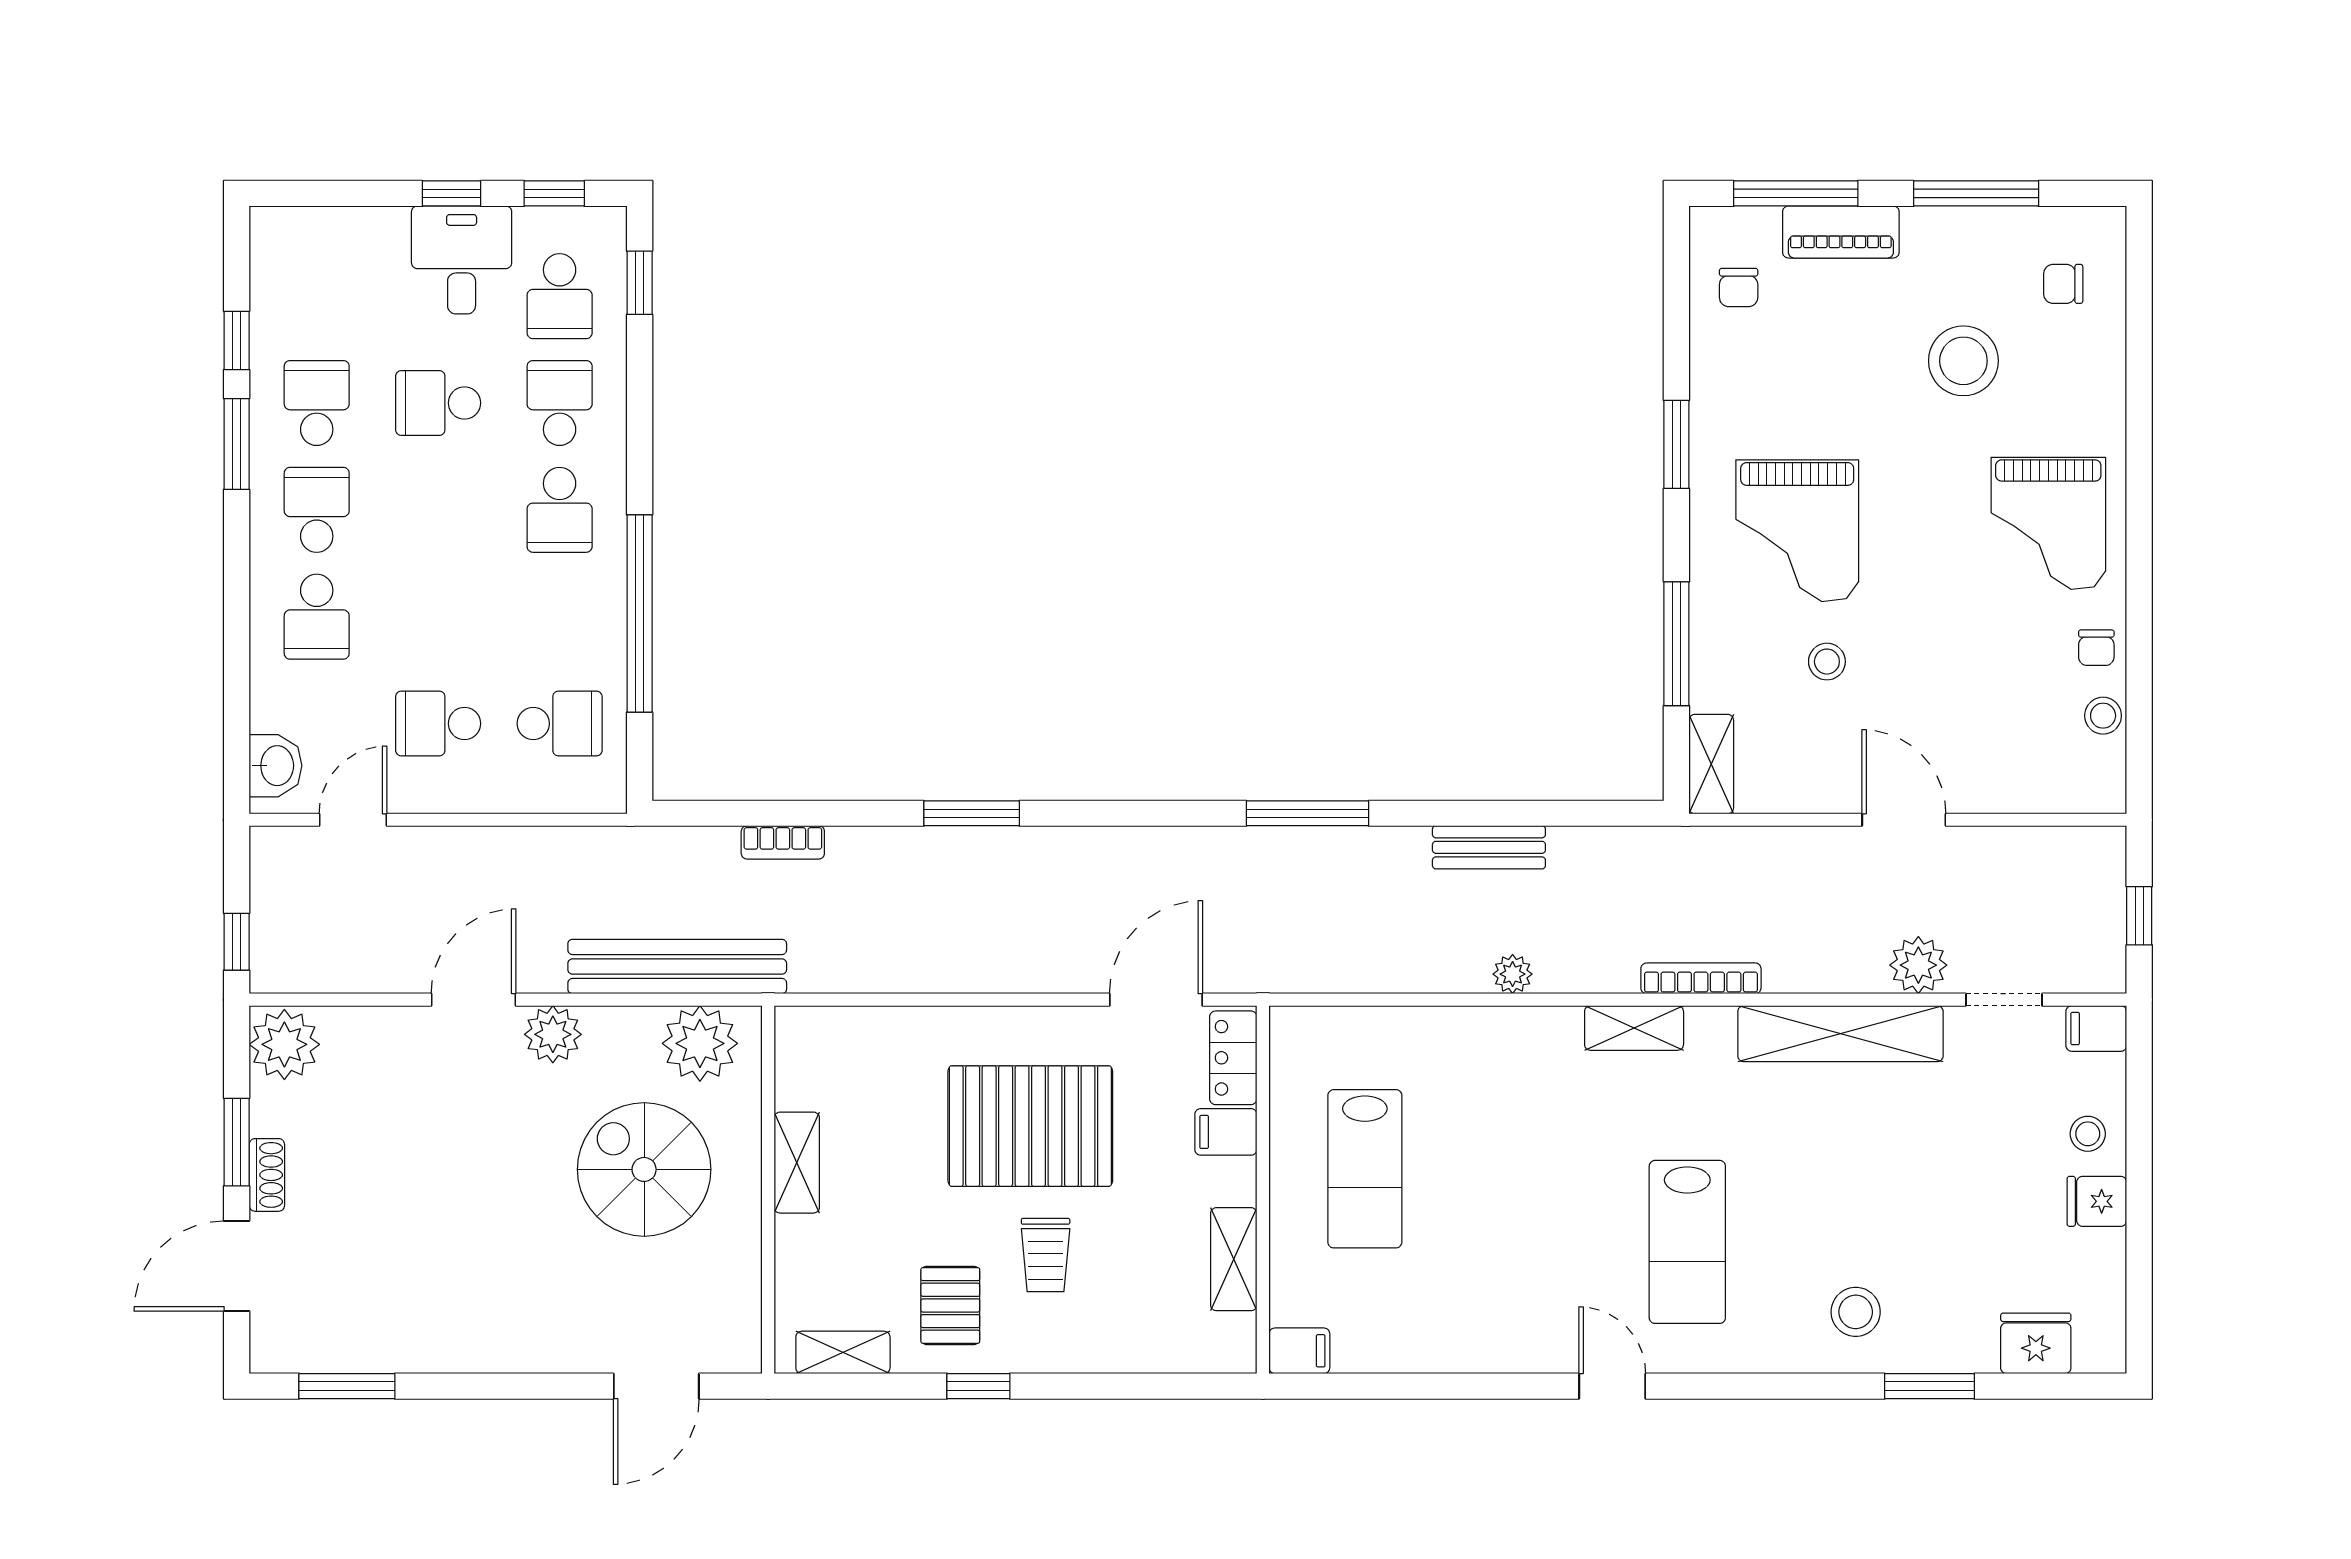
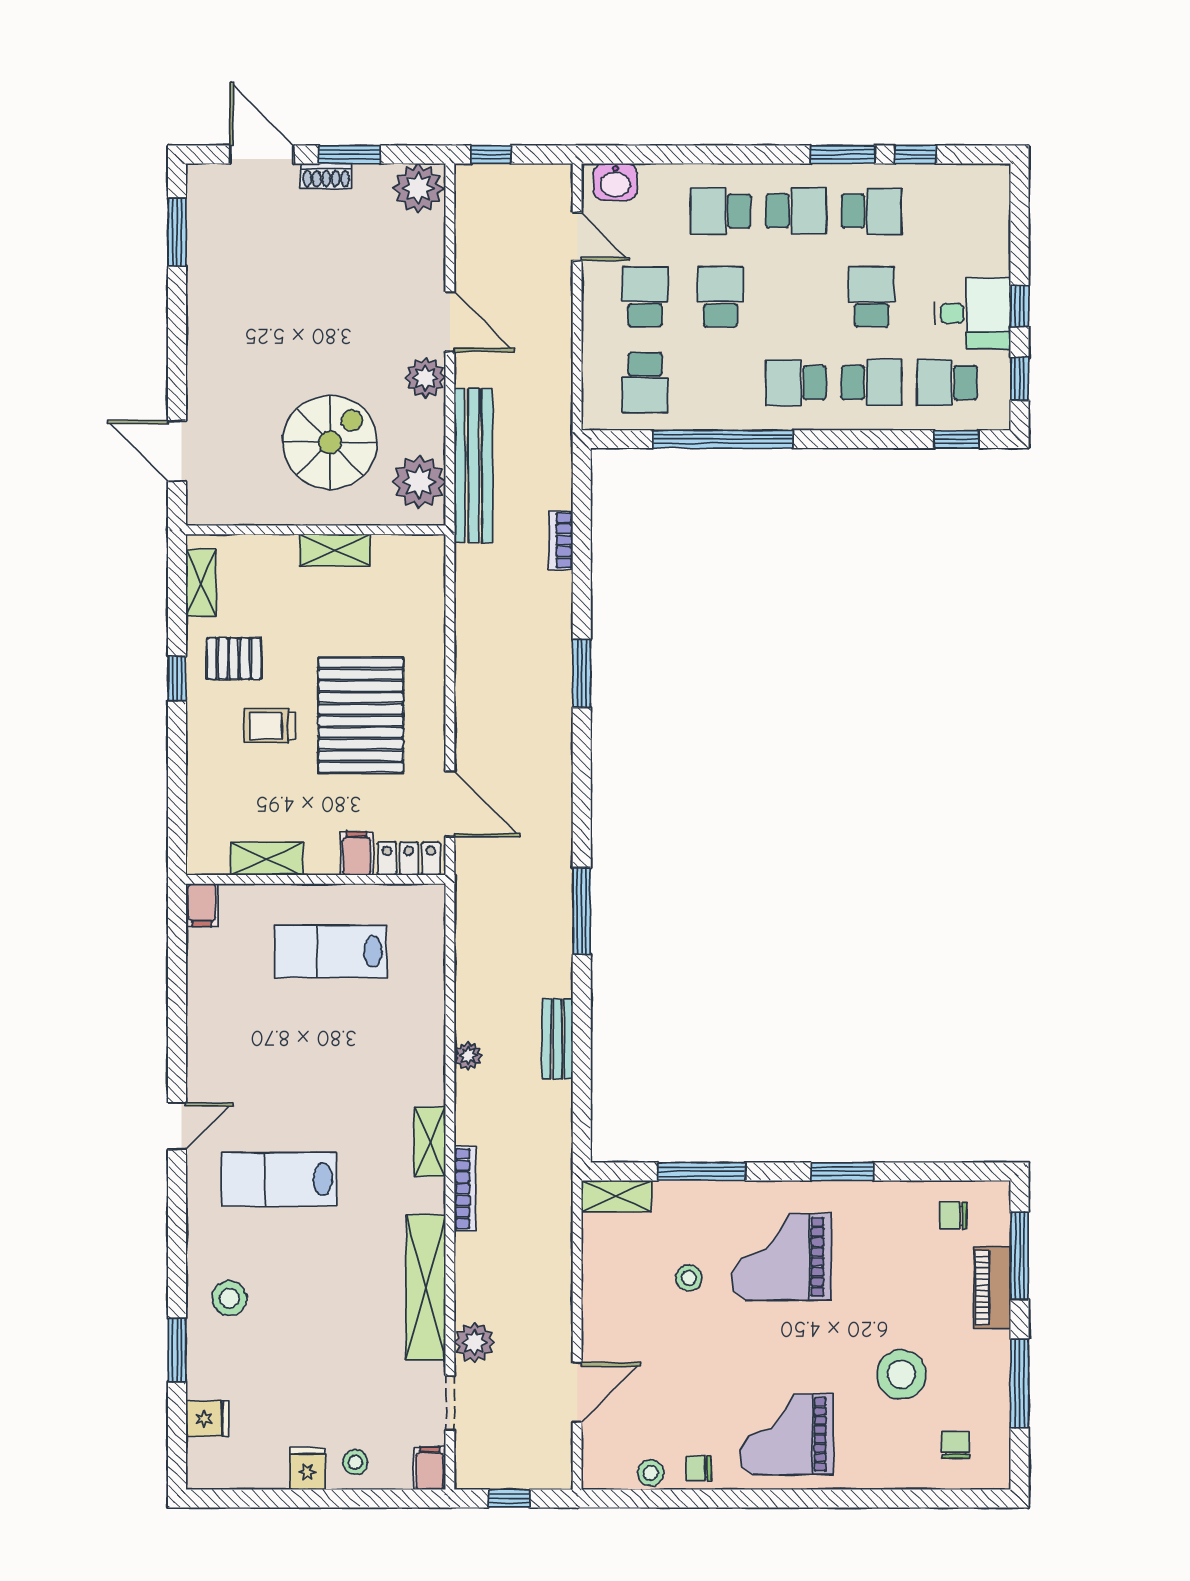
school desk: (438, 617) -> (721, 297), added
door: (1904, 820) -> (577, 1392), moved
fridge: (2036, 1343) -> (207, 1419), width x0.72

